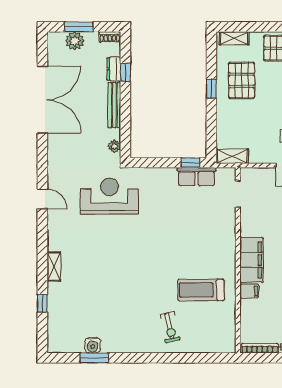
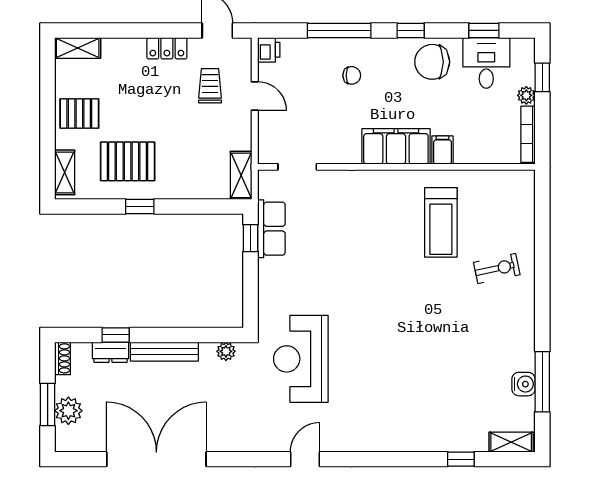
shelving: (54, 267) -> (511, 442), moved
window: (94, 358) -> (542, 382), width x1.44

